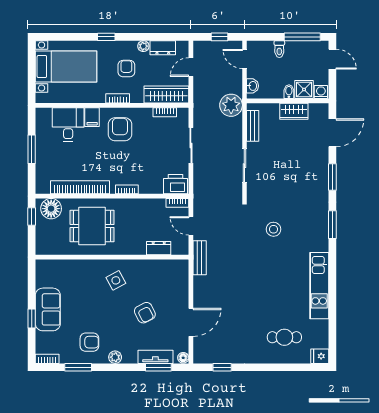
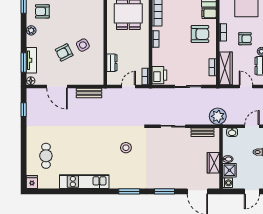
bench: (200, 258) -> (89, 93), moved
side table: (116, 280) -> (83, 45), moved
armchair: (89, 342) -> (42, 11), turned 90

